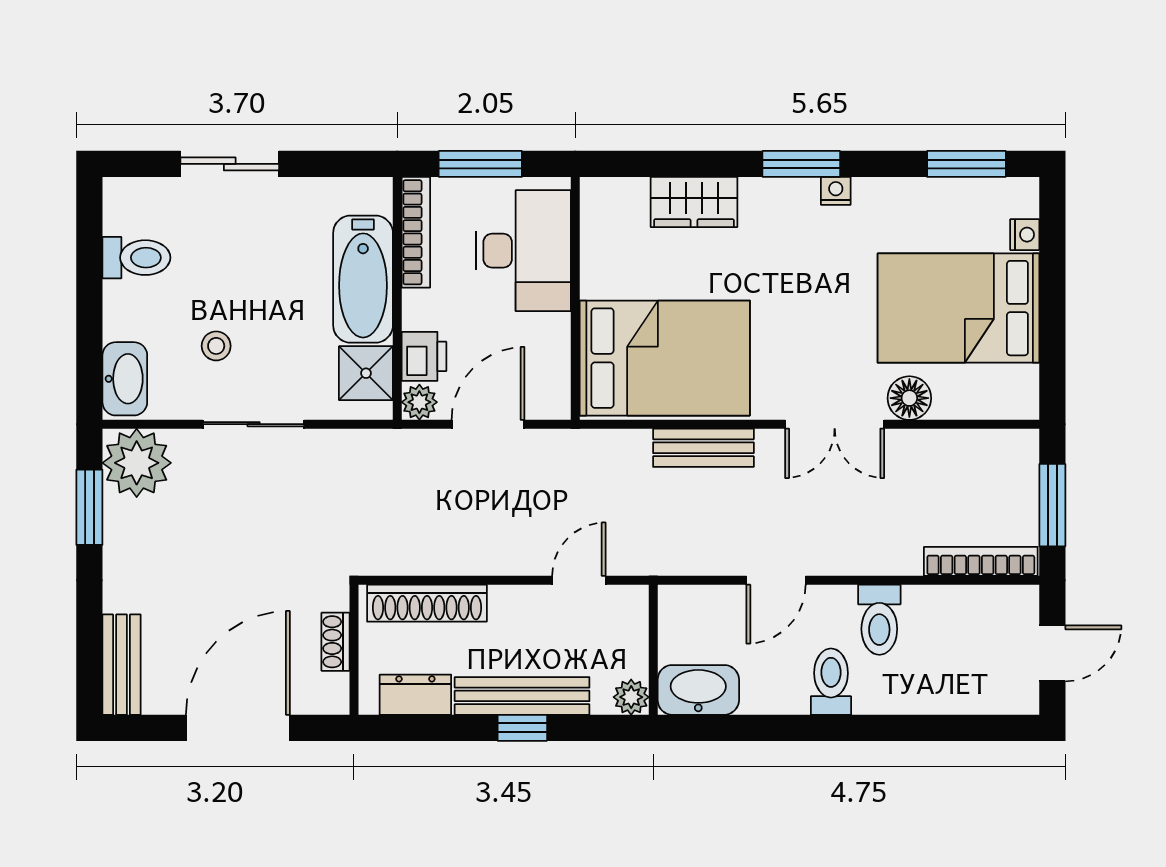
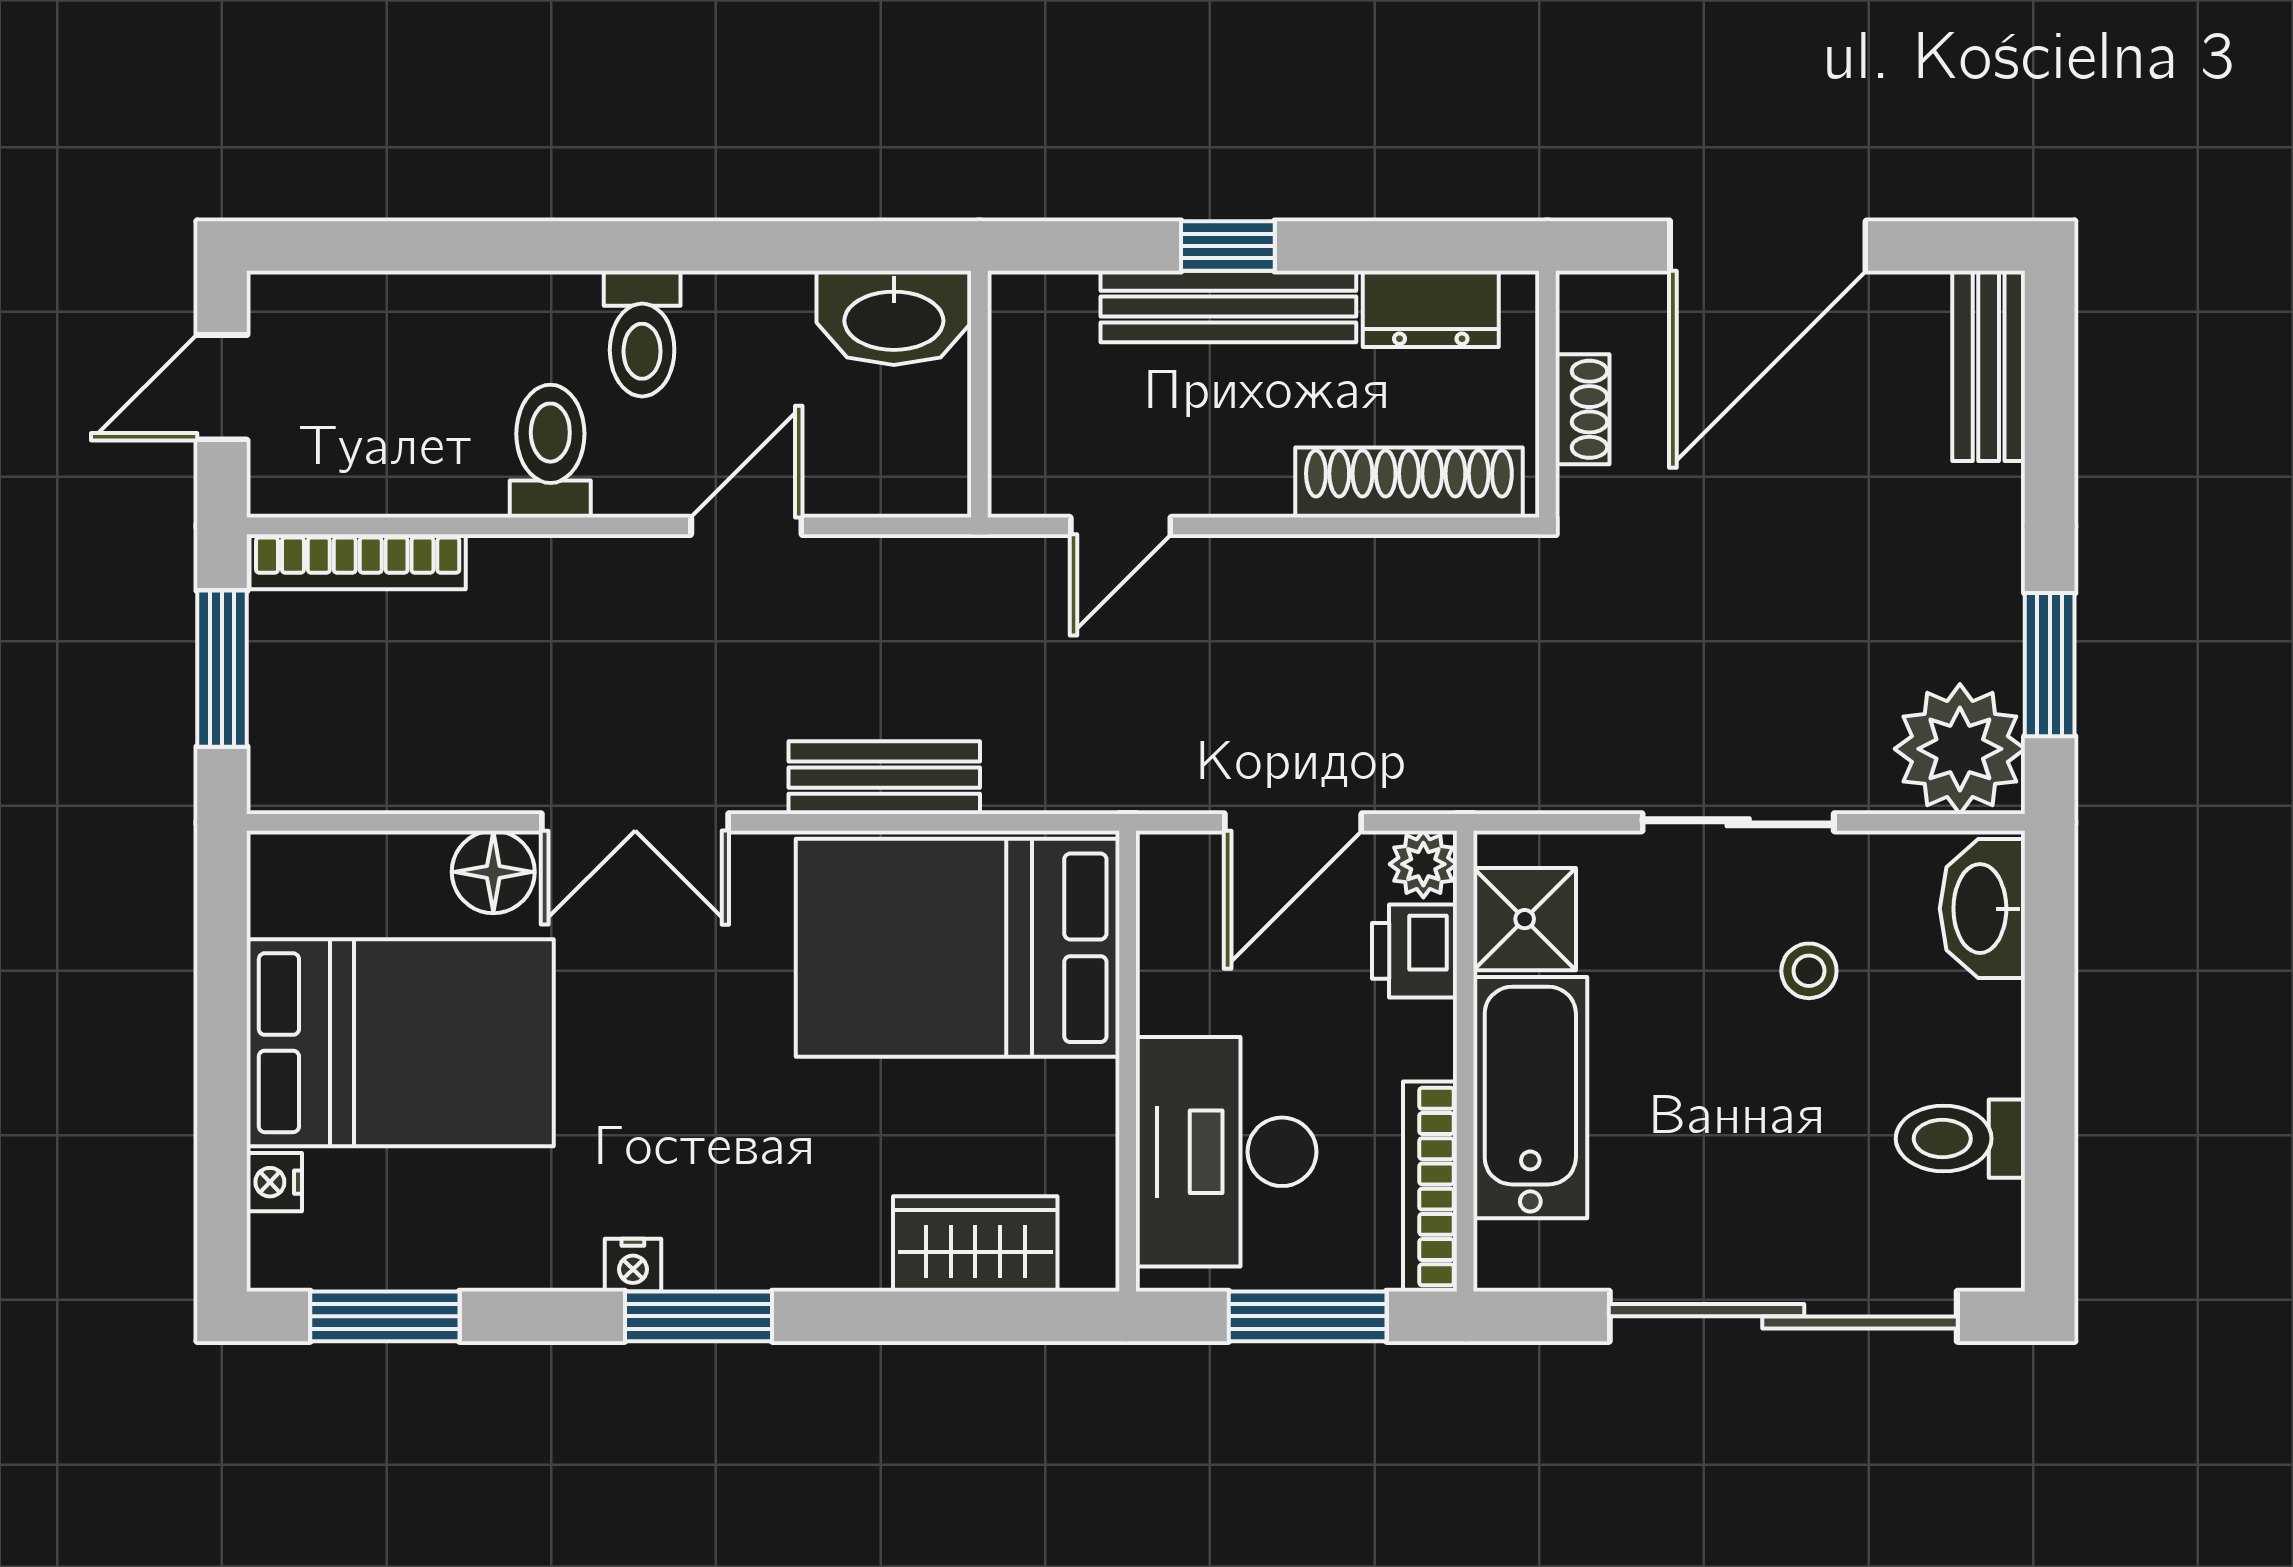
sliding door: (230, 164) -> (1783, 1316), width x1.86
wardrobe: (694, 202) -> (975, 1244), moved
double door: (835, 424) -> (635, 822), swing flipped
plant: (631, 697) -> (1021, 304), removed

